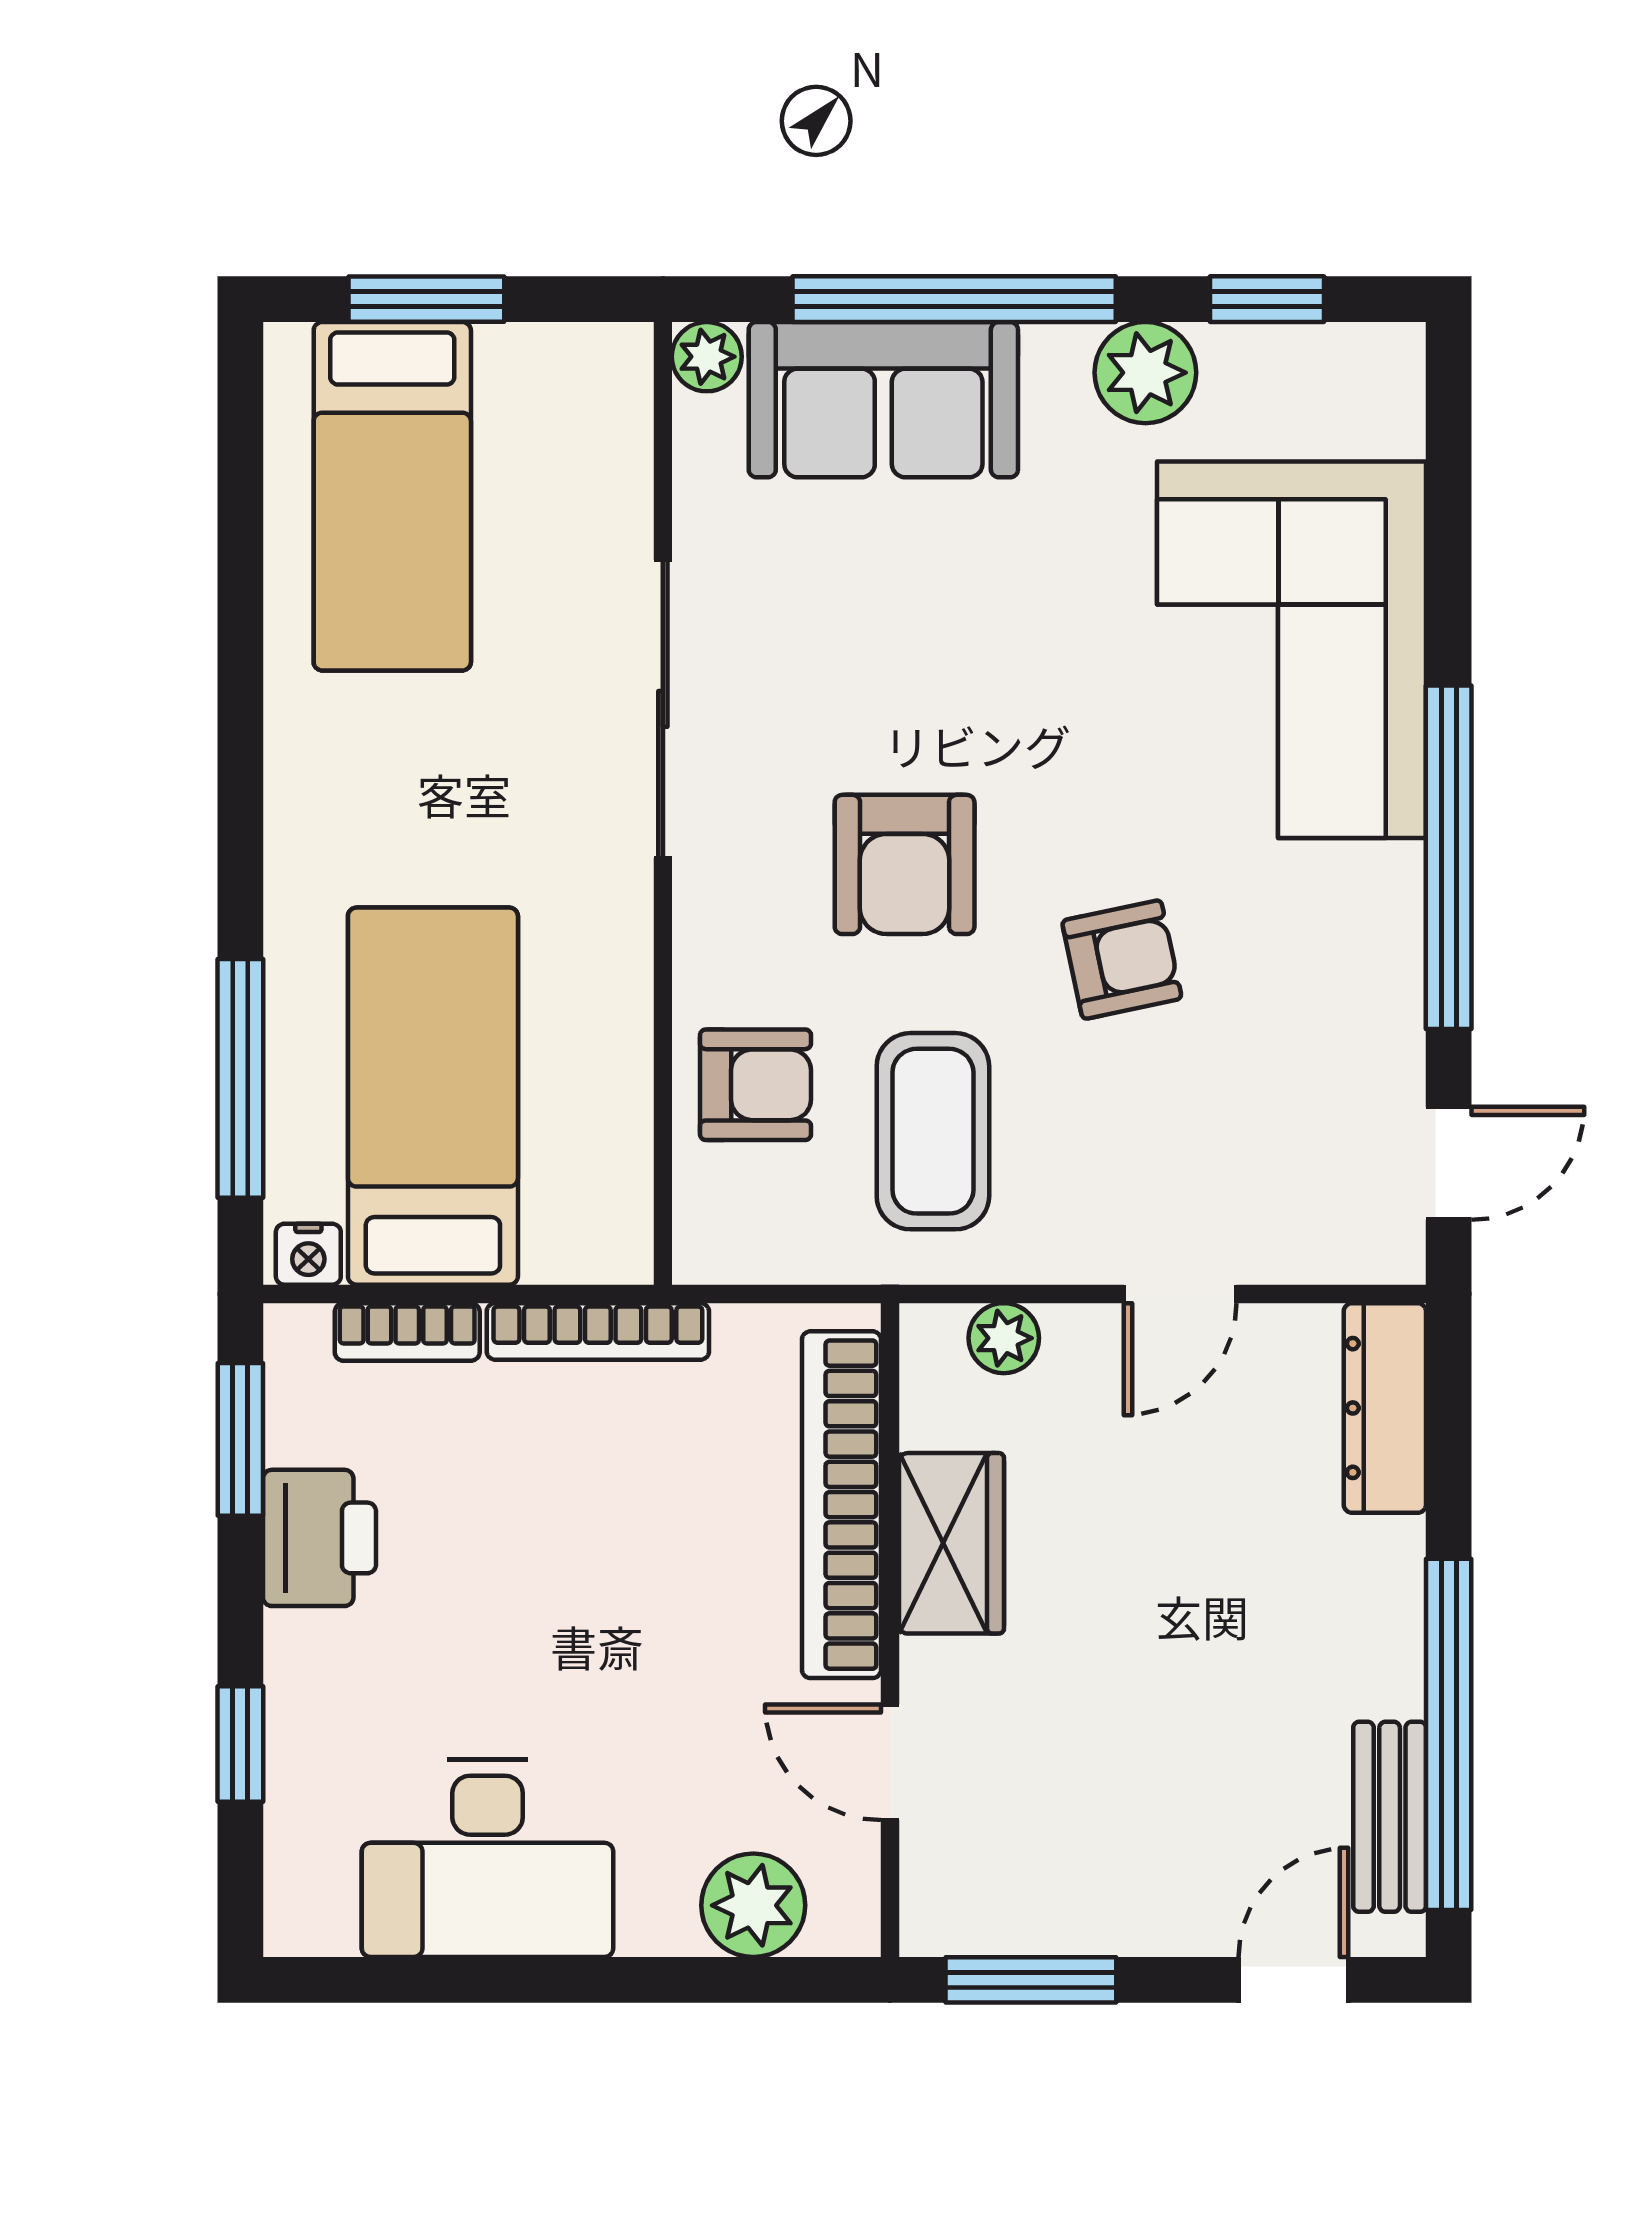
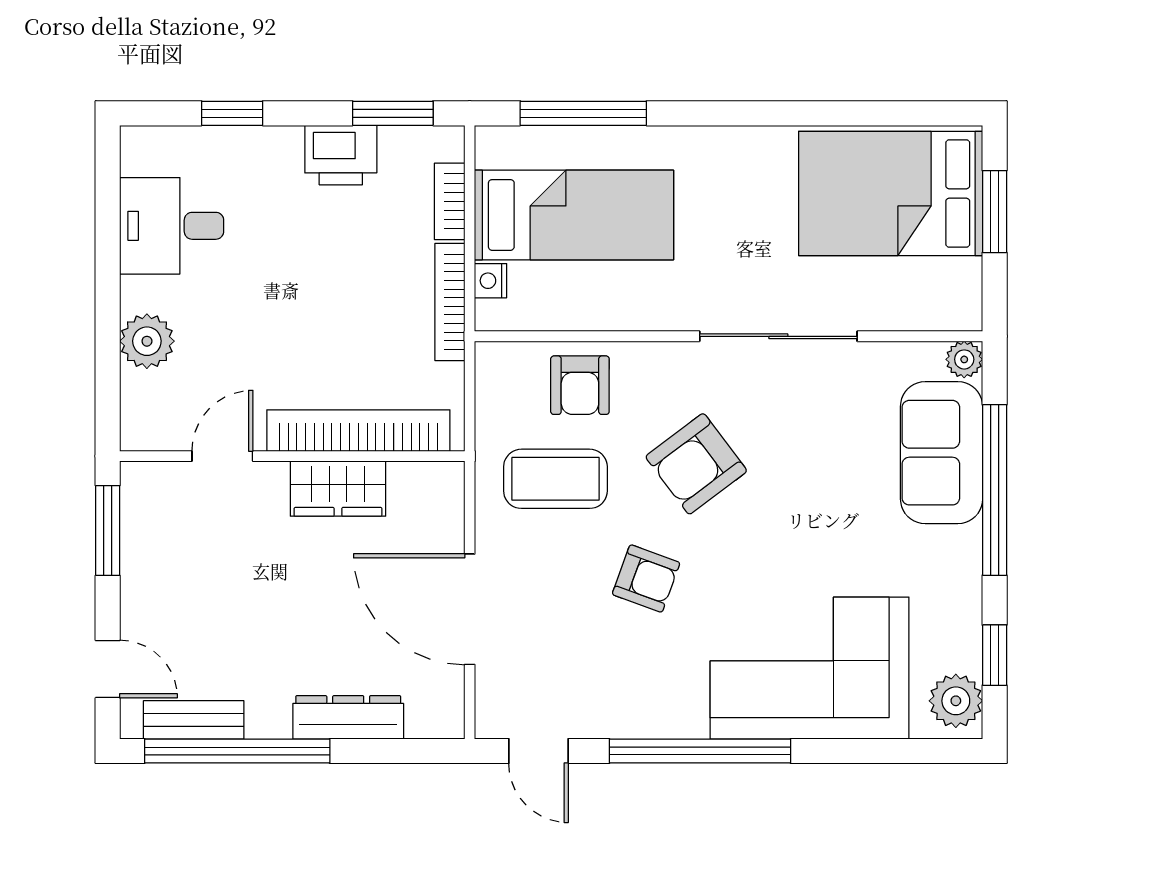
plant: (1145, 373) -> (956, 701), moved
bed: (392, 496) -> (891, 193), width x1.50
armchair: (905, 864) -> (696, 464), turned -37
armchair: (1122, 960) -> (646, 578), turned -58
nightstand: (308, 1254) -> (491, 281), moved
door: (1180, 1294) -> (470, 609), width x1.88
plant: (1004, 1338) -> (446, 516), removed
dresser: (1385, 1408) -> (348, 717), moved
desk: (488, 1858) -> (172, 226), width x0.73
plant: (753, 1905) -> (147, 341), moved

